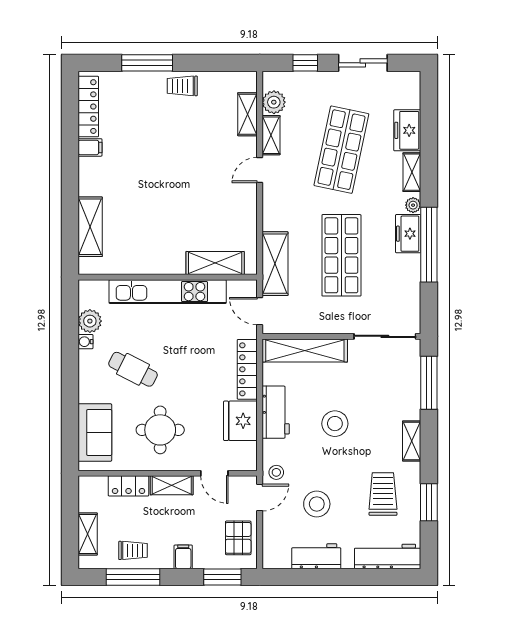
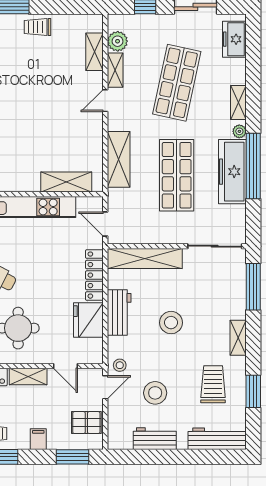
freezer: (407, 130) -> (234, 39), moved
freezer: (408, 234) -> (232, 172), width x1.91, depth x1.26
shelving: (275, 264) -> (119, 159), moved
pallet: (238, 538) -> (86, 423), turned 90

